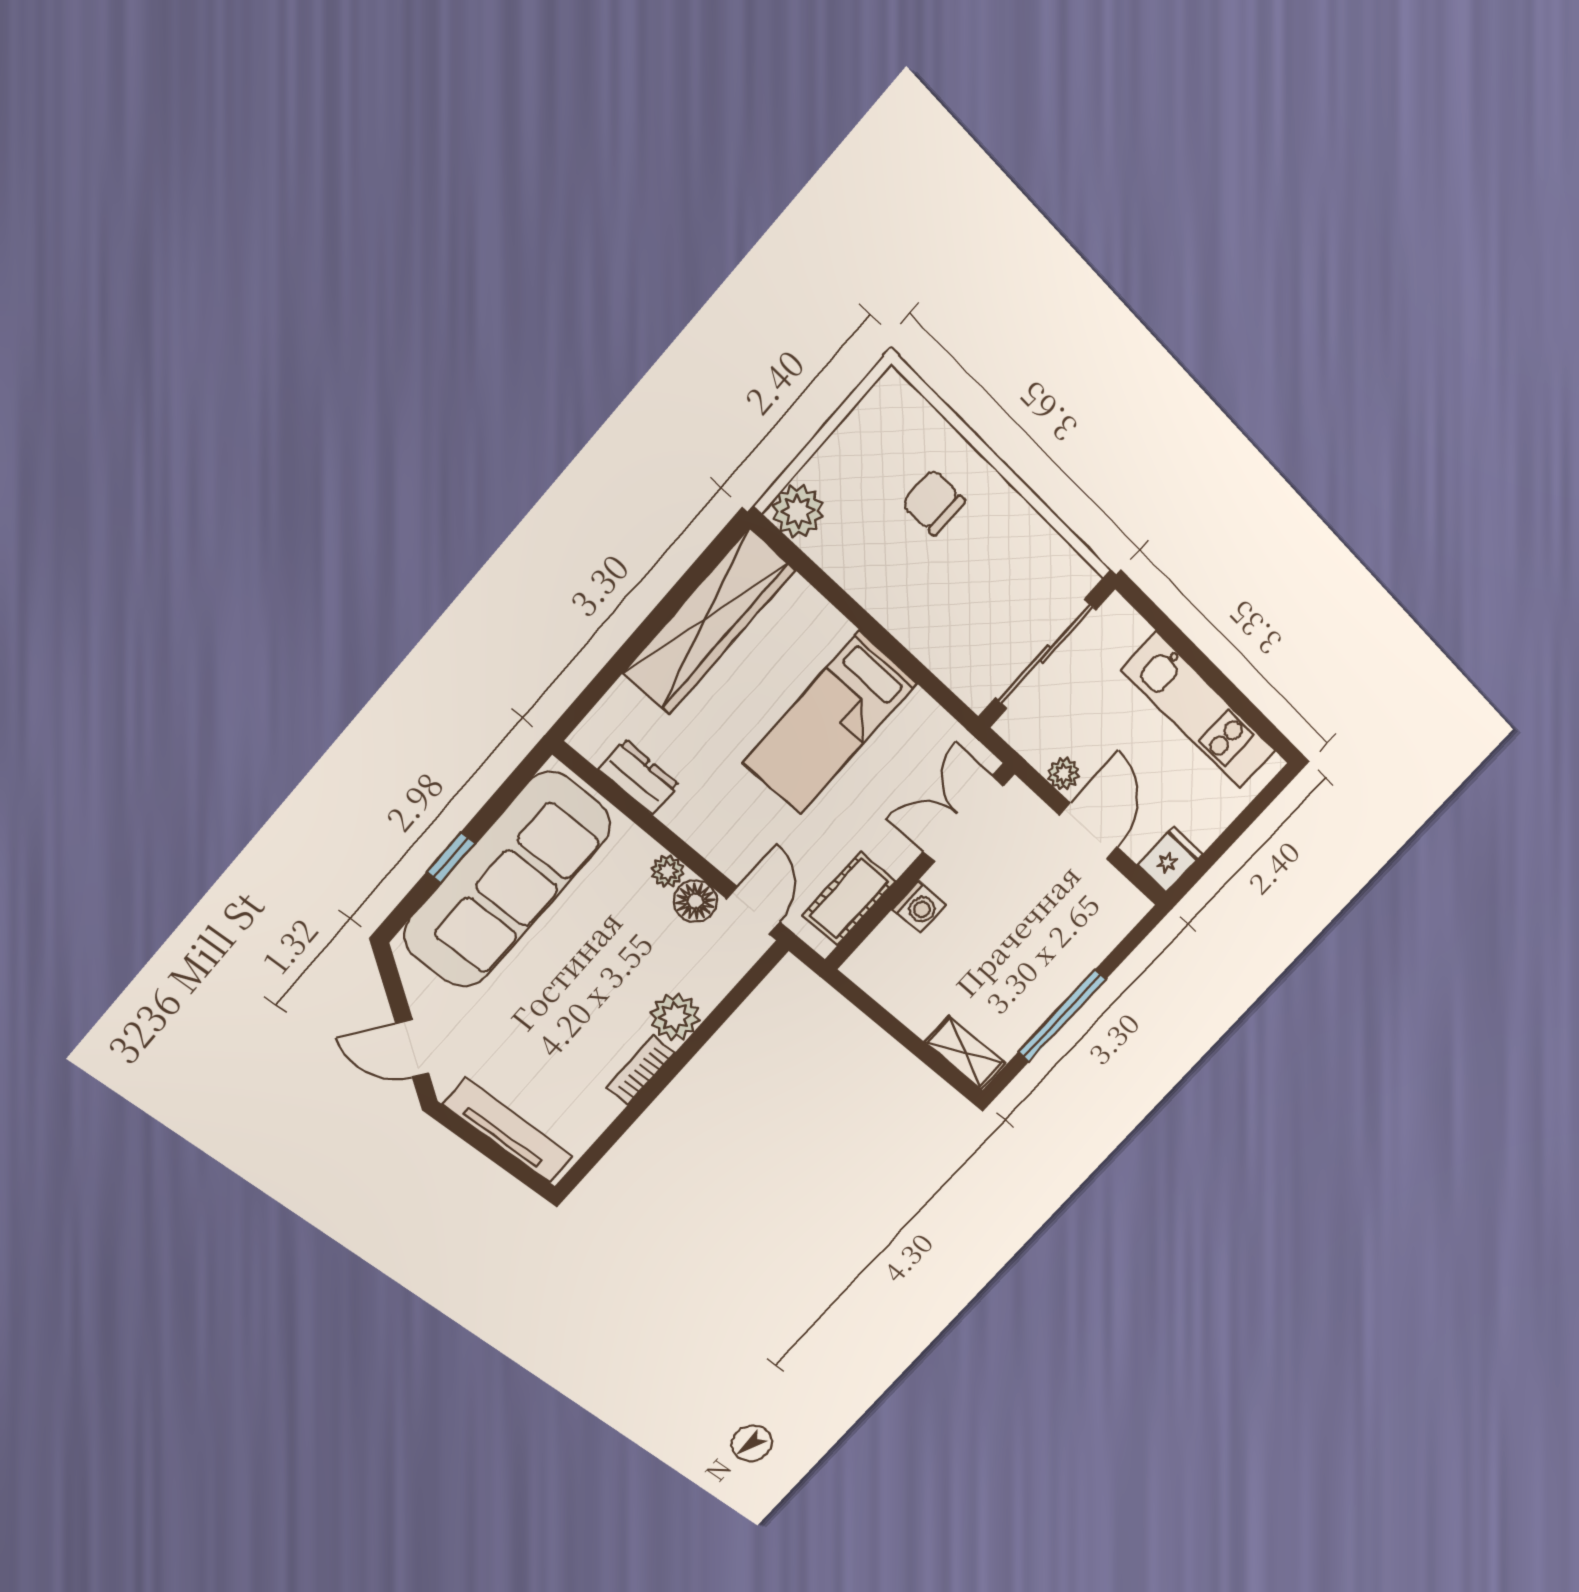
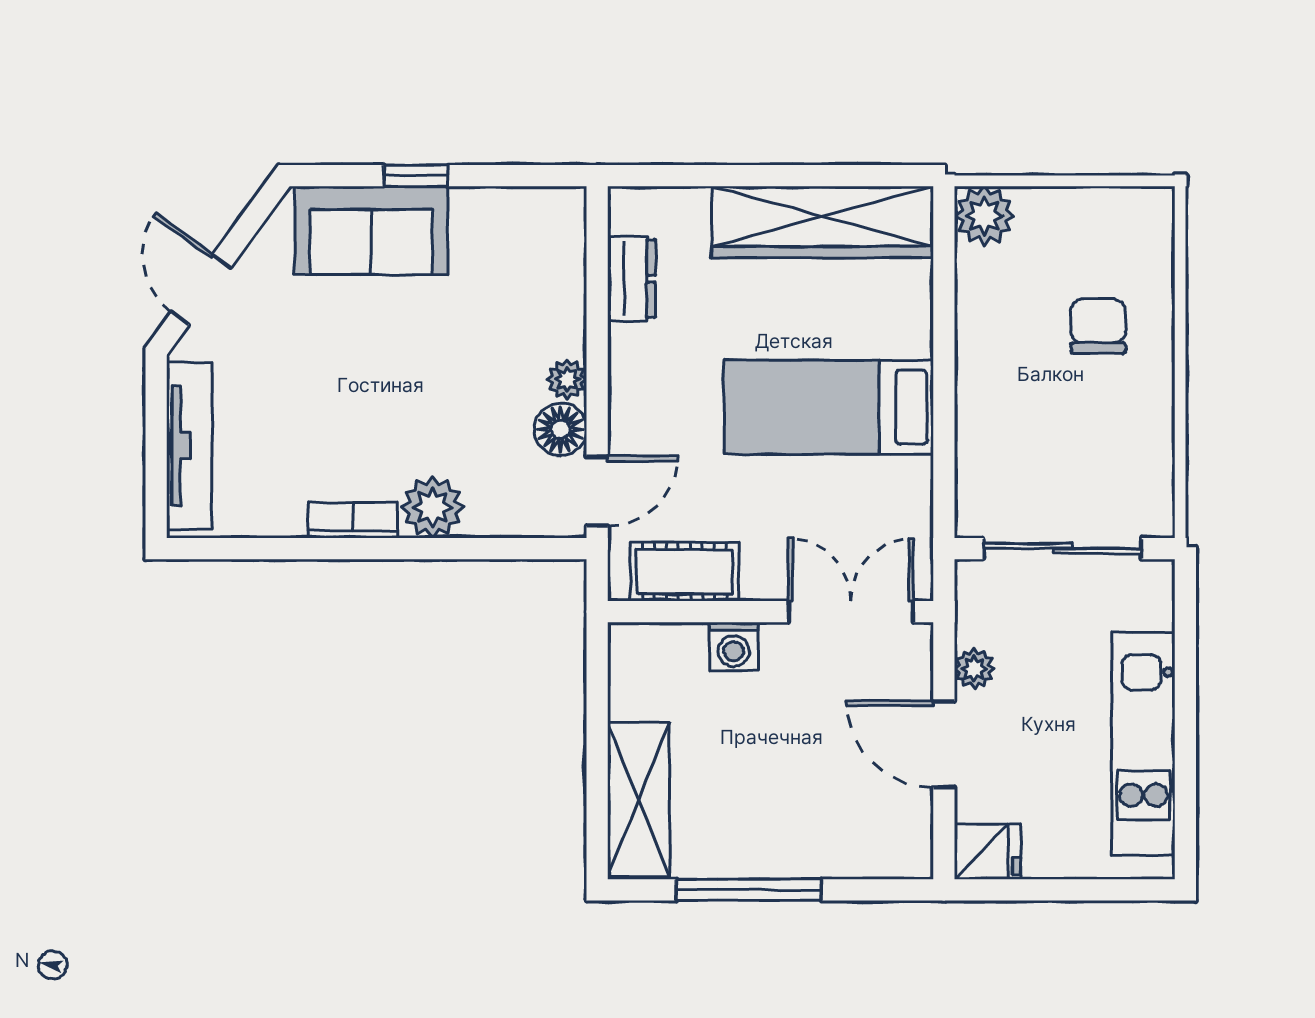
door: (1089, 831) -> (944, 744), swing flipped
sofa: (507, 880) -> (371, 230), width x0.54, depth x0.79
shelving: (965, 1053) -> (639, 800), width x1.50, depth x1.33

